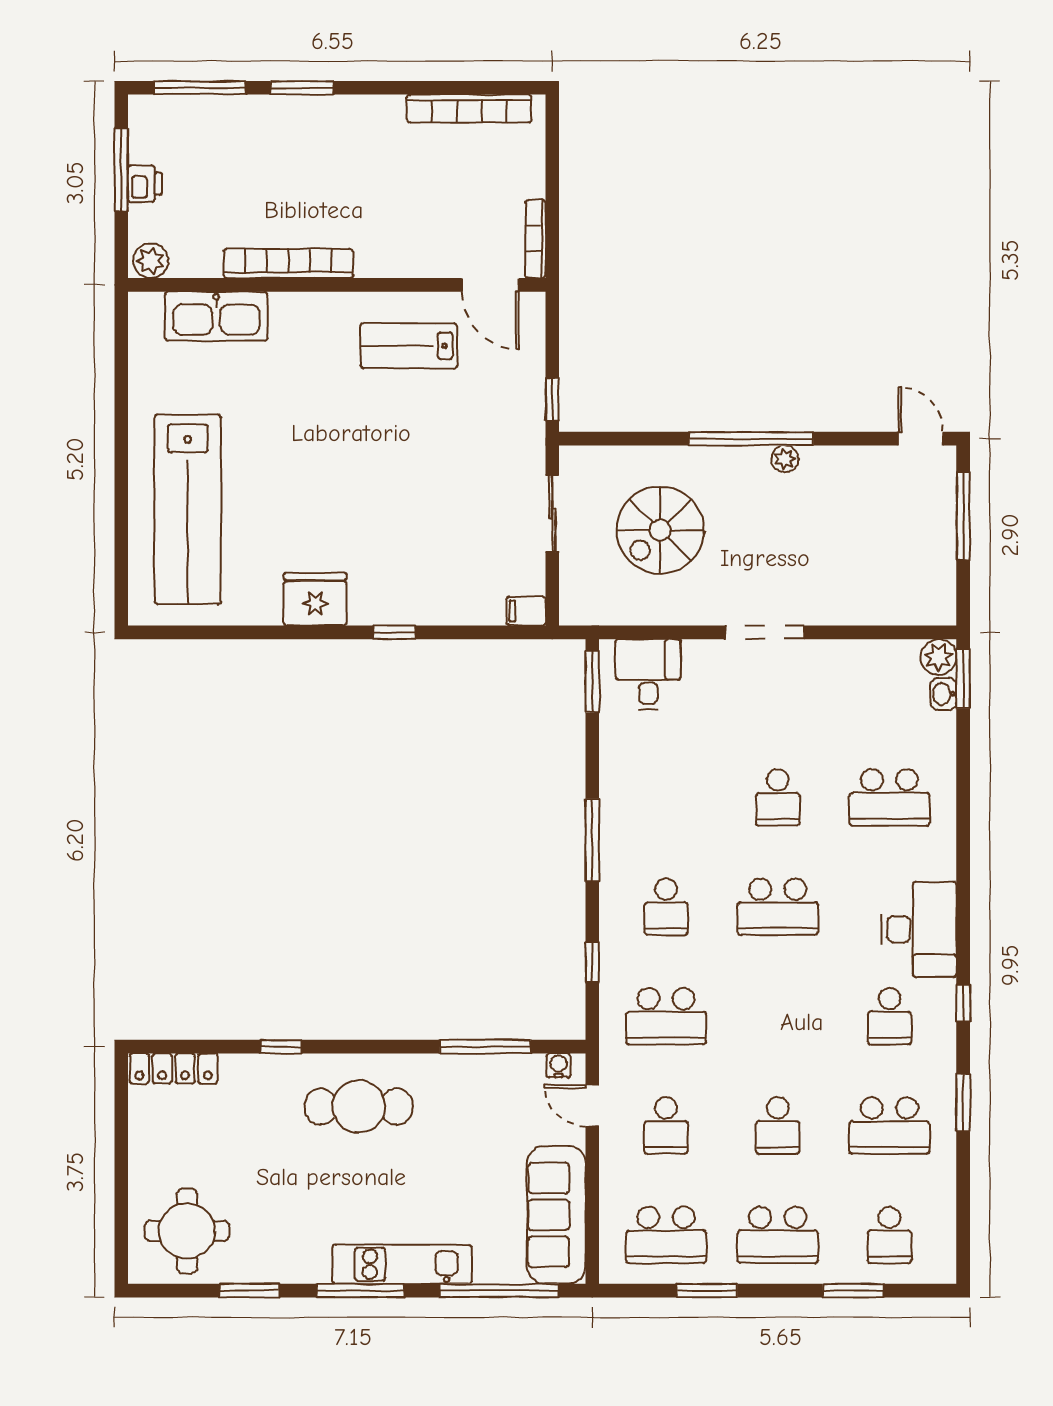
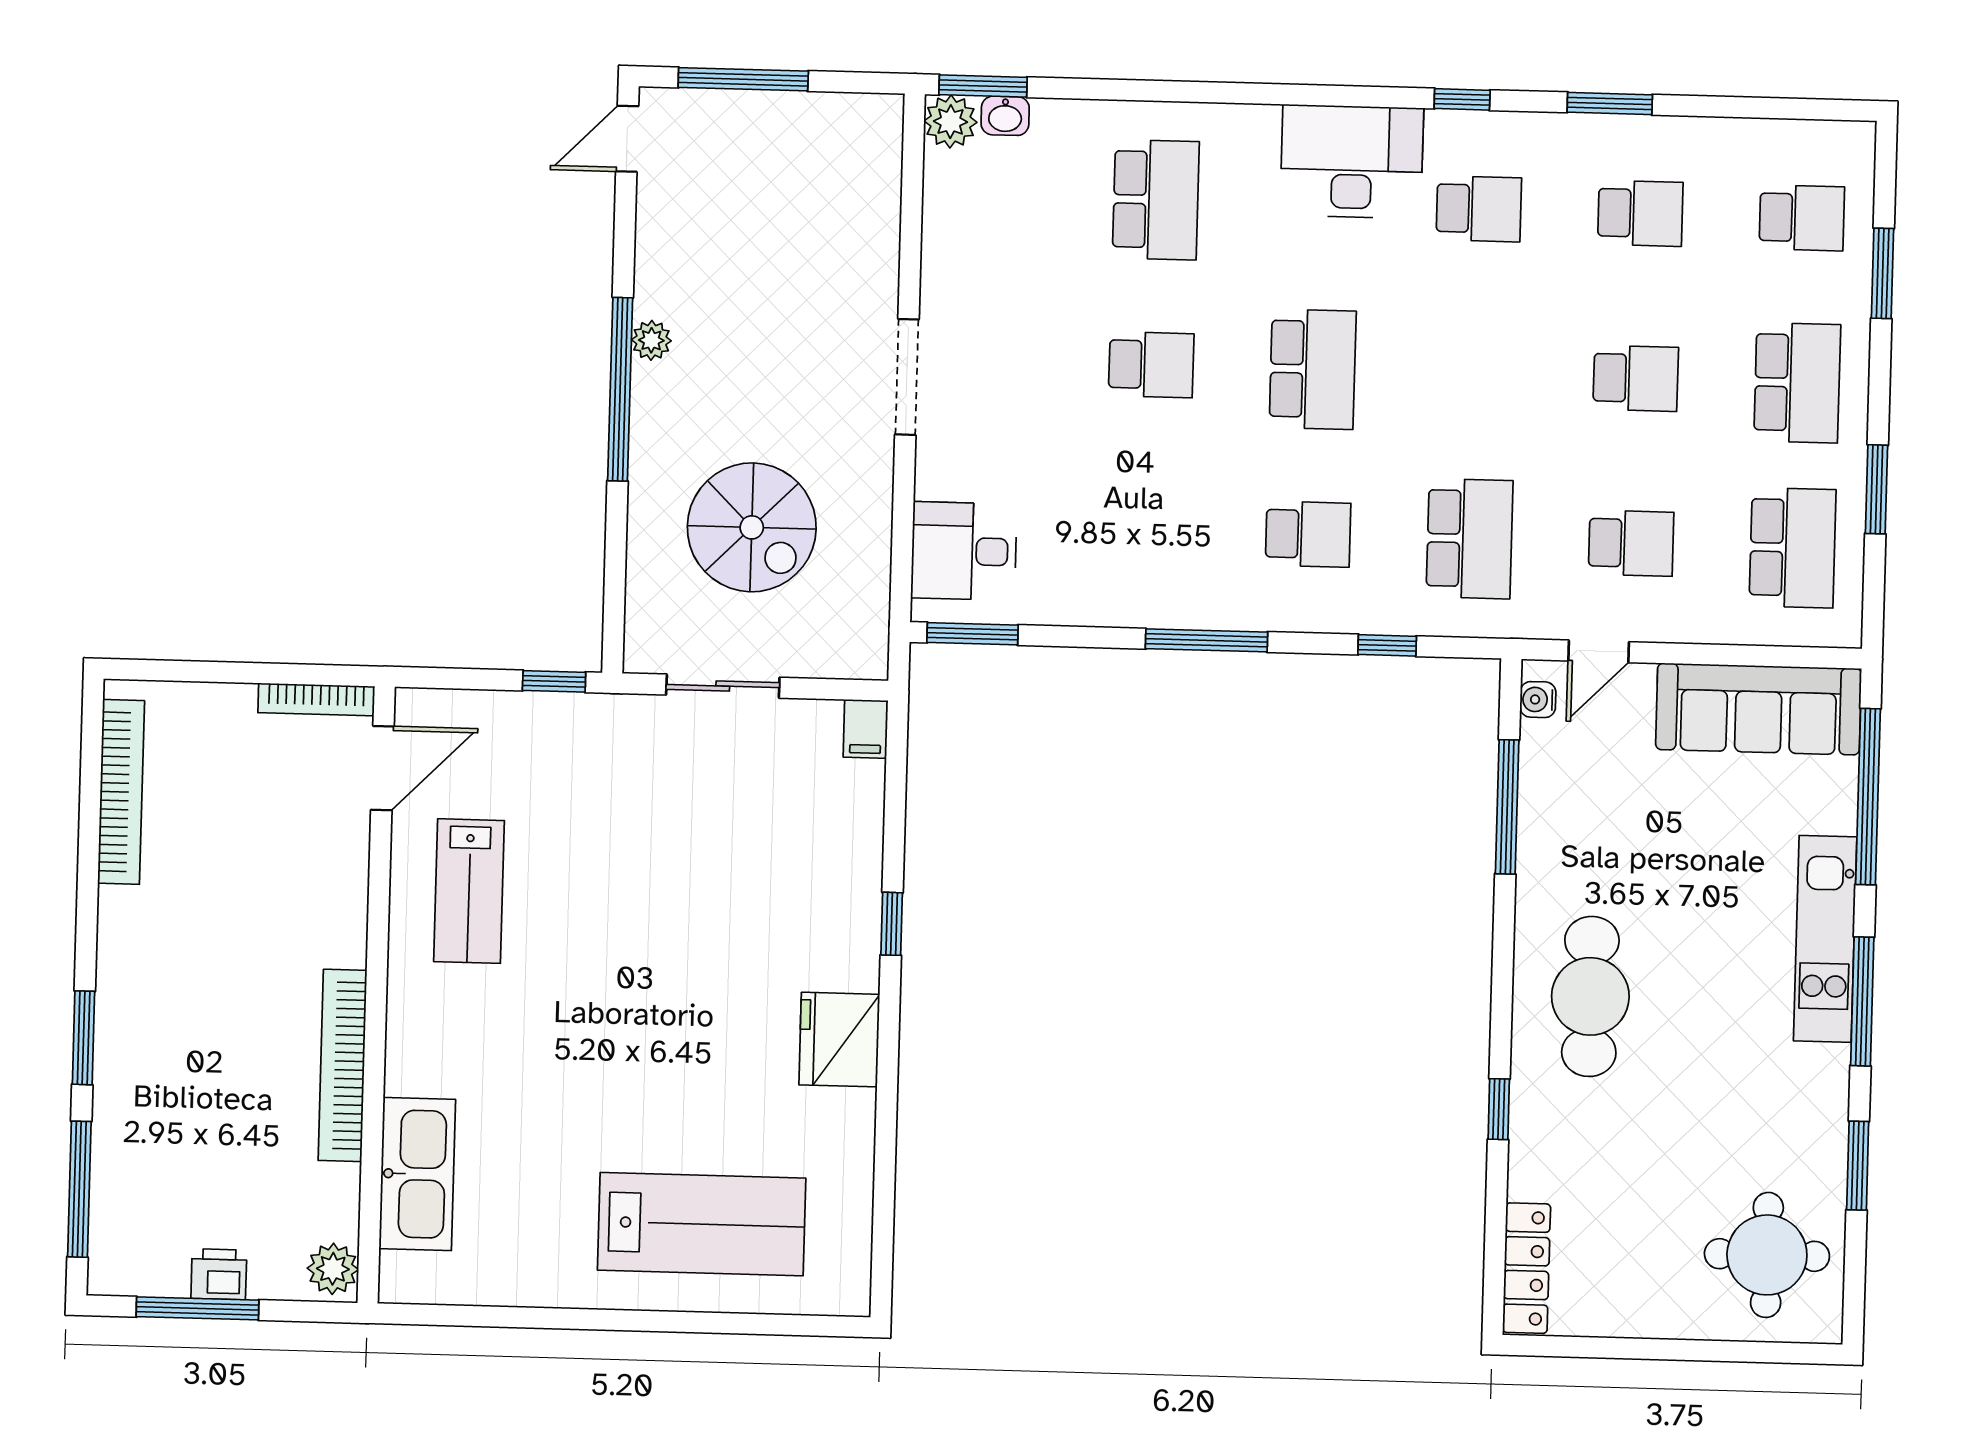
lab bench: (188, 509) -> (702, 1224), width x0.73
school desk: (889, 1126) -> (1640, 213), width x0.54

